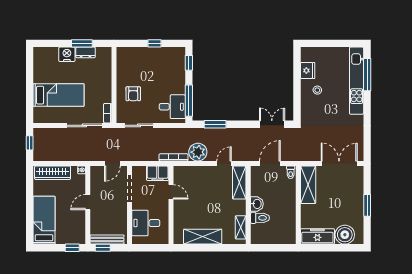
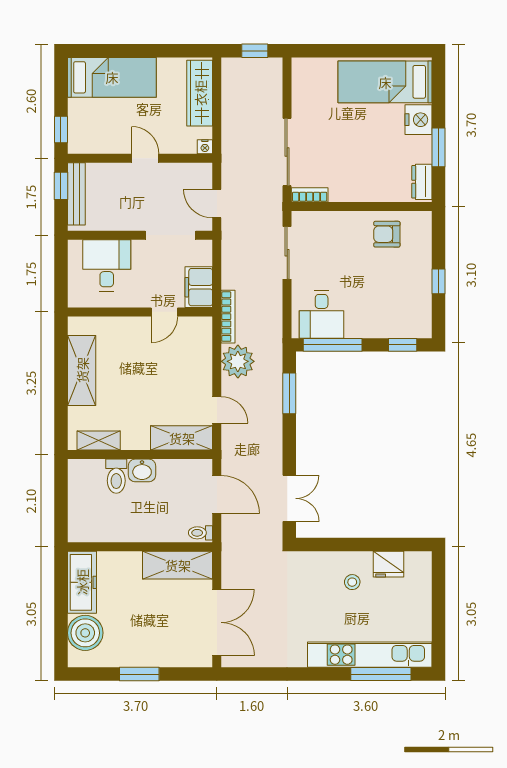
dresser: (86, 52) -> (422, 182), moved
armchair: (133, 94) -> (387, 234), moved
bed: (59, 95) -> (385, 82), moved, turned 90

